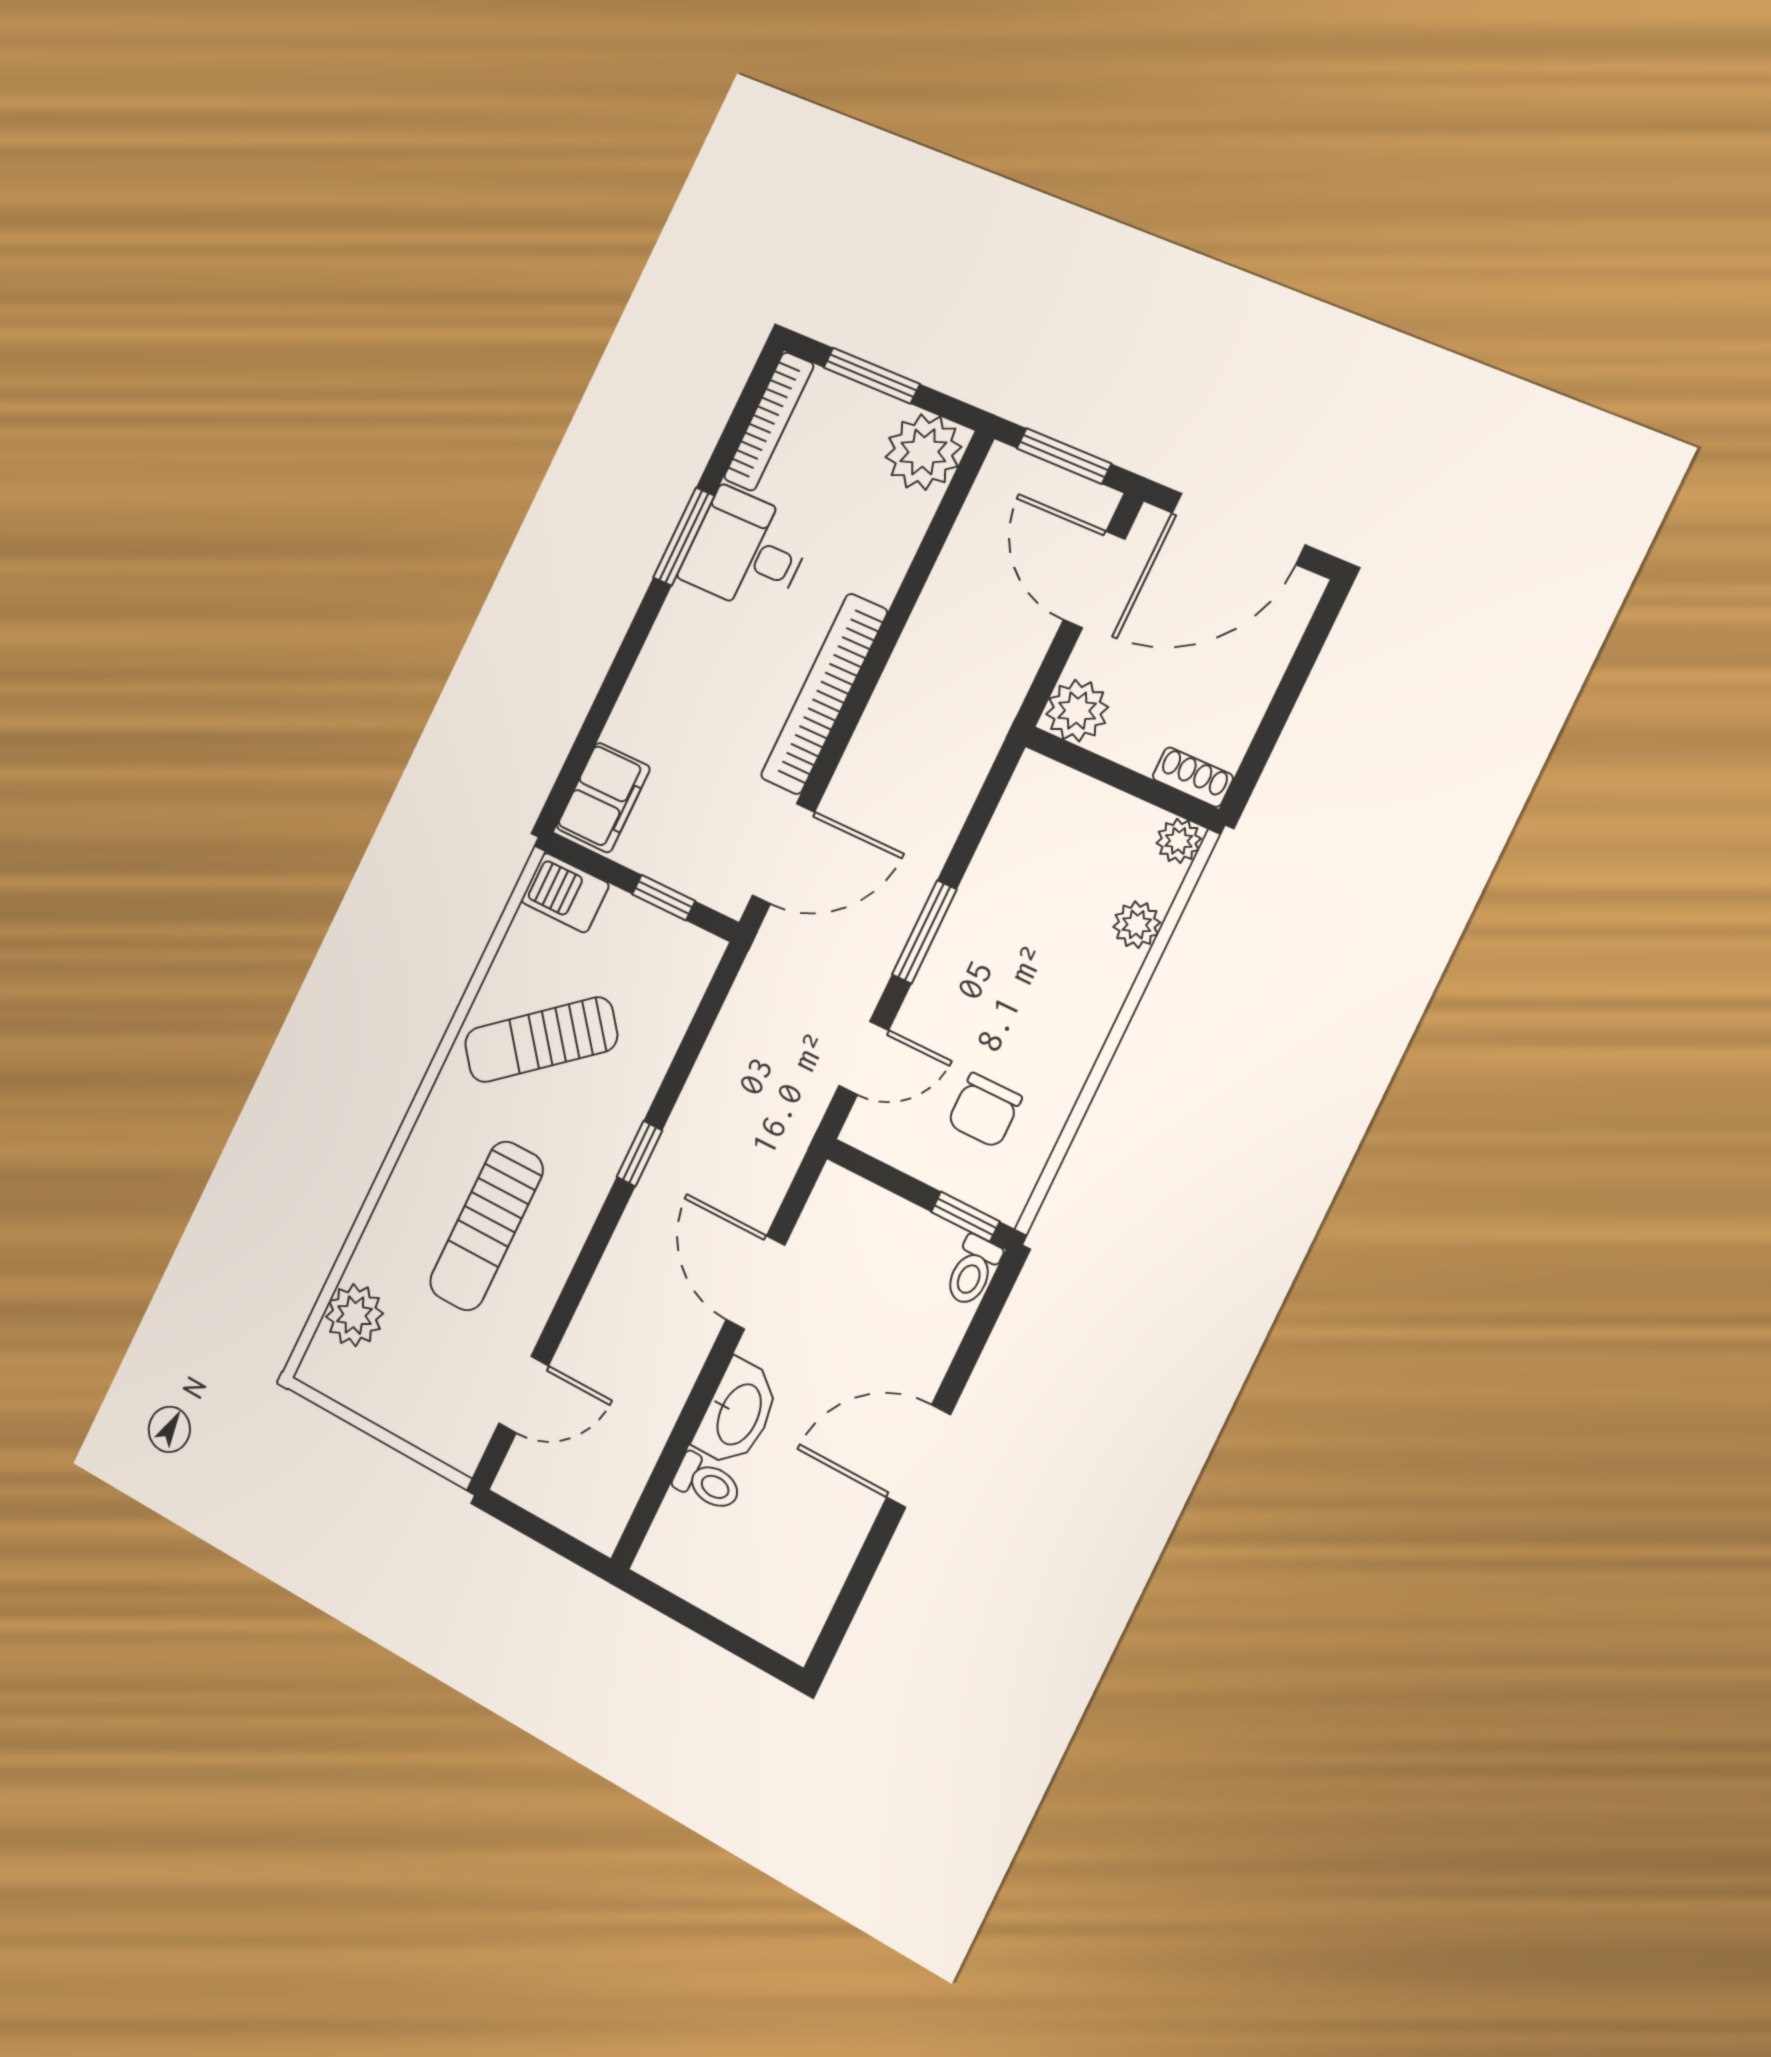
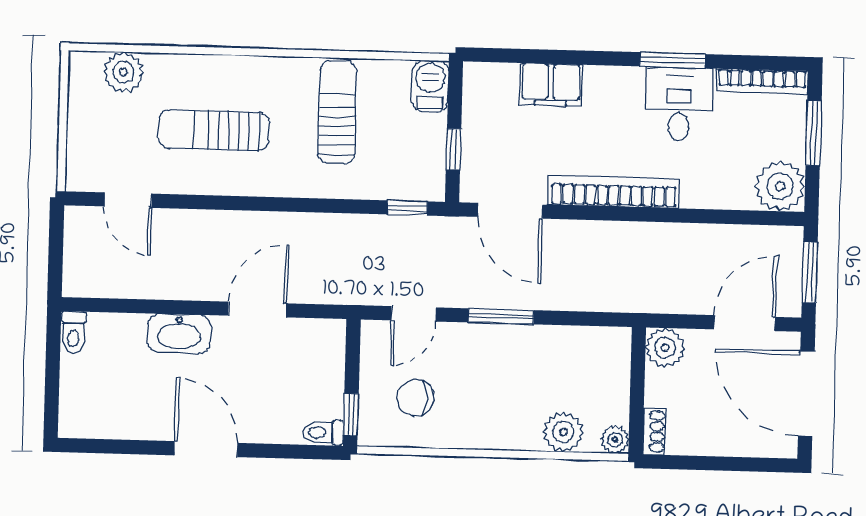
filing cabinet: (603, 798) -> (551, 85), moved
plant: (1137, 925) -> (563, 432), width x1.38, depth x1.38
sun lounger: (541, 1040) -> (337, 112), turned 39
door: (864, 1058) -> (414, 314), hinge flipped
window: (639, 1154) -> (407, 208), moved
toilet: (707, 1482) -> (73, 332), moved

